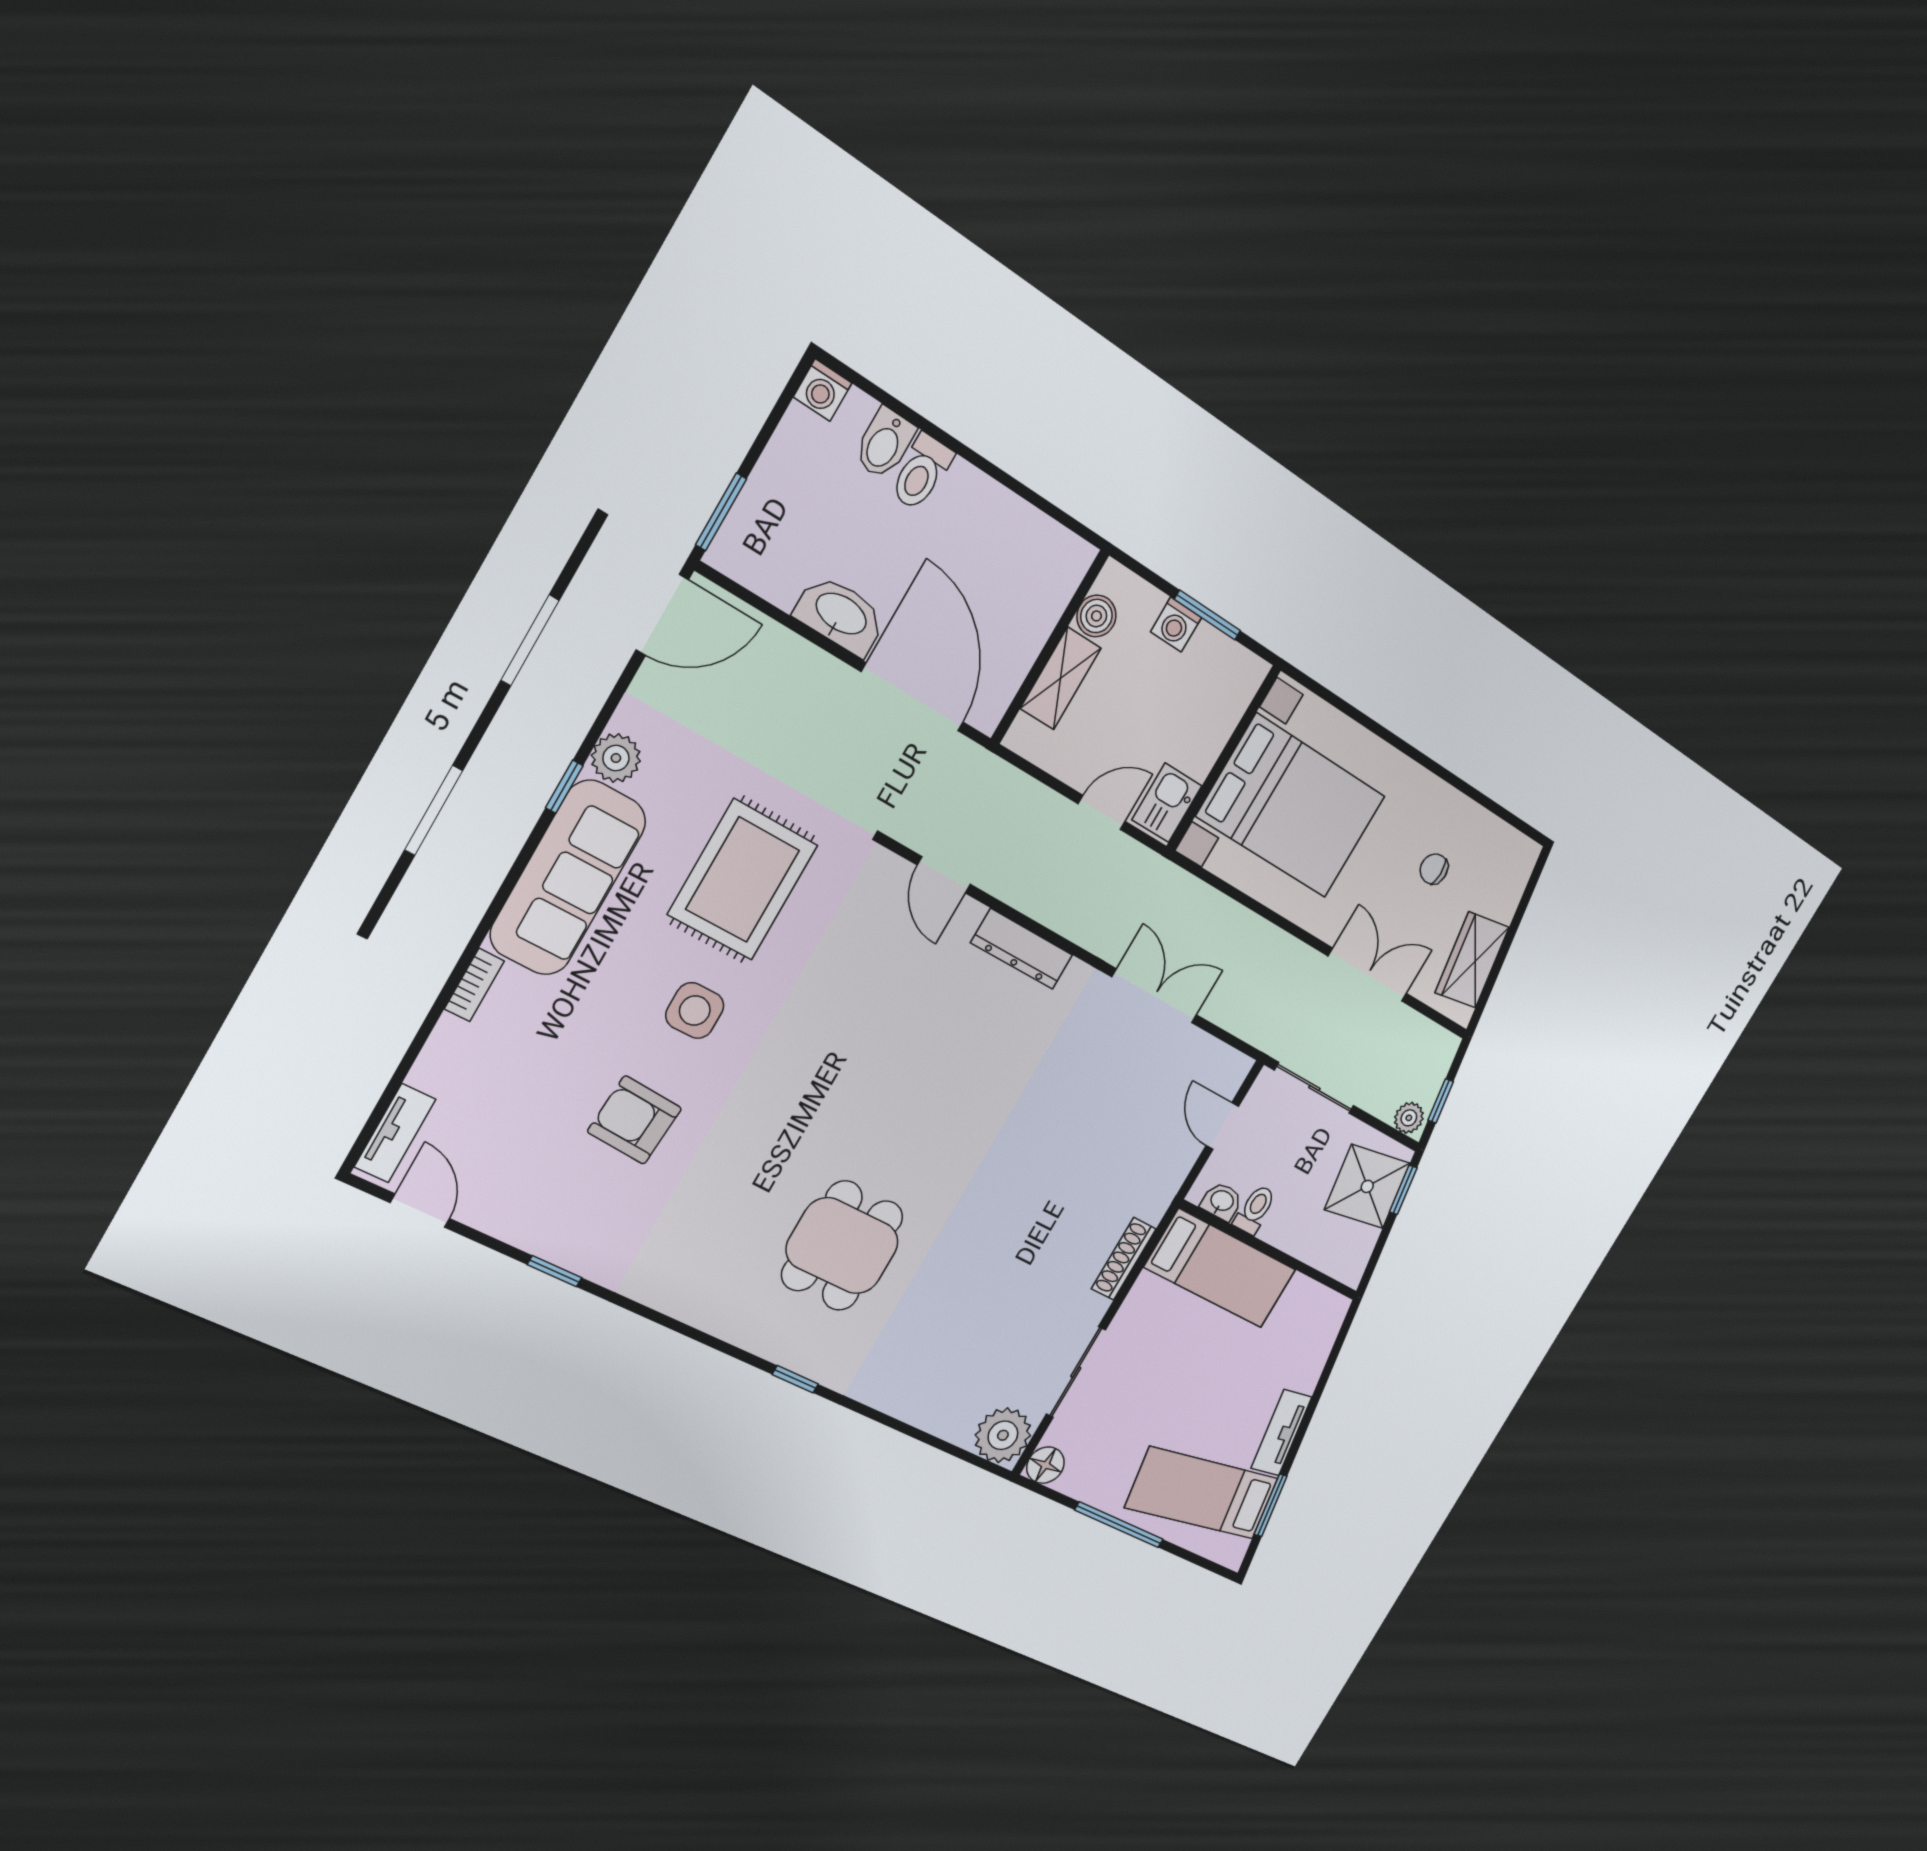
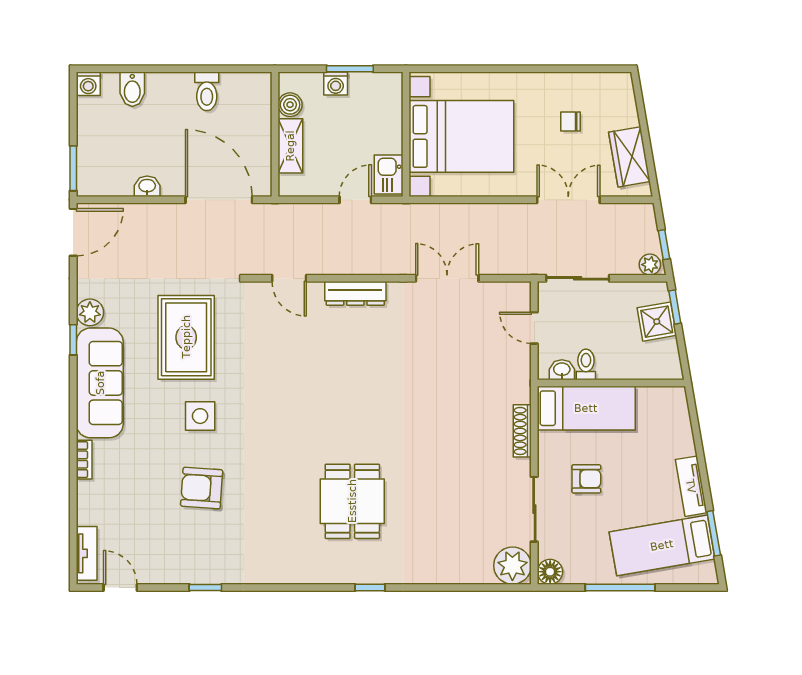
toilet: (921, 472) -> (207, 91), moved
washbasin: (840, 615) -> (147, 186), width x0.52, depth x0.69
shower: (1367, 1186) -> (657, 322), width x0.73, depth x0.73
armchair: (1164, 1363) -> (586, 479), added

